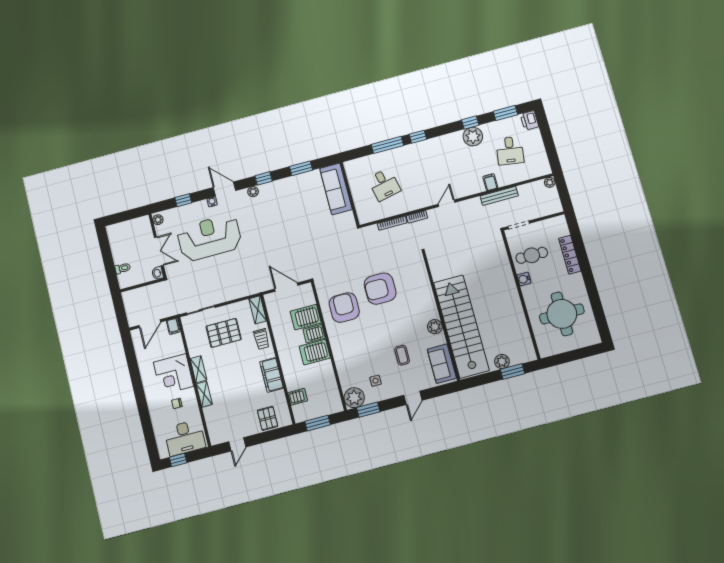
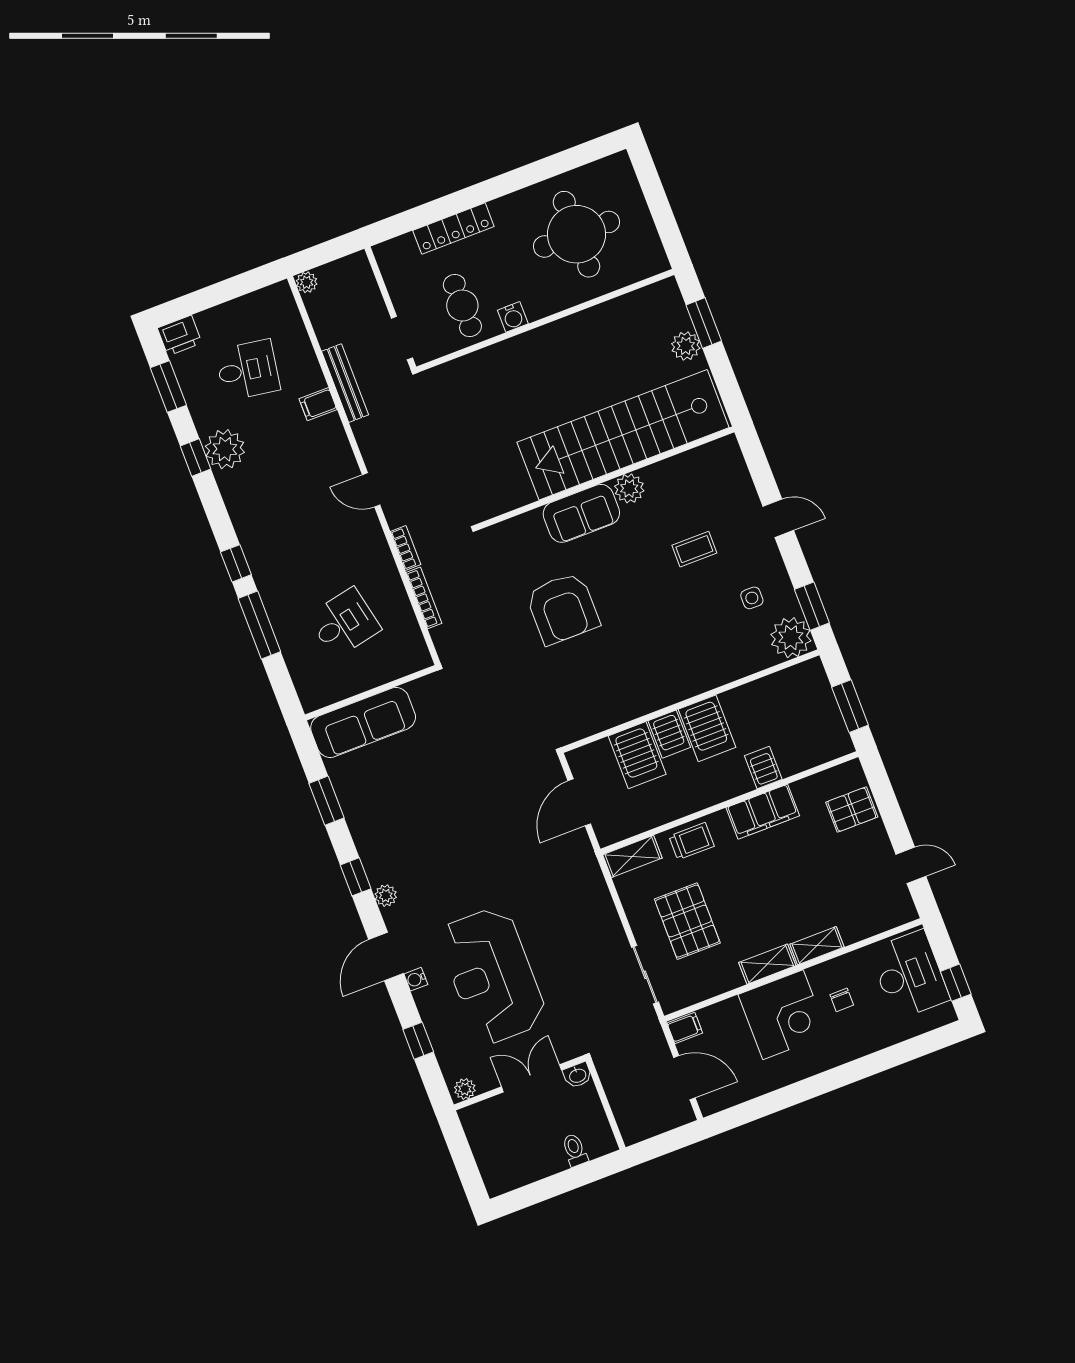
armchair: (344, 308) -> (609, 678), removed
sofa: (442, 364) -> (581, 513), moved
server rack: (298, 397) -> (763, 768), moved

